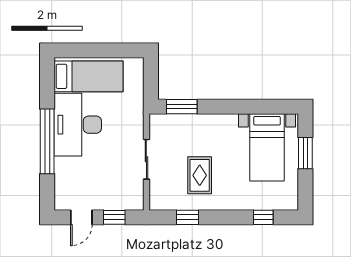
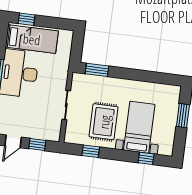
window: (78, 50) -> (27, 19), added
bed with nightstands: (267, 147) -> (139, 127), moved, turned 180
rug: (200, 175) -> (104, 122), width x1.36, depth x1.43

